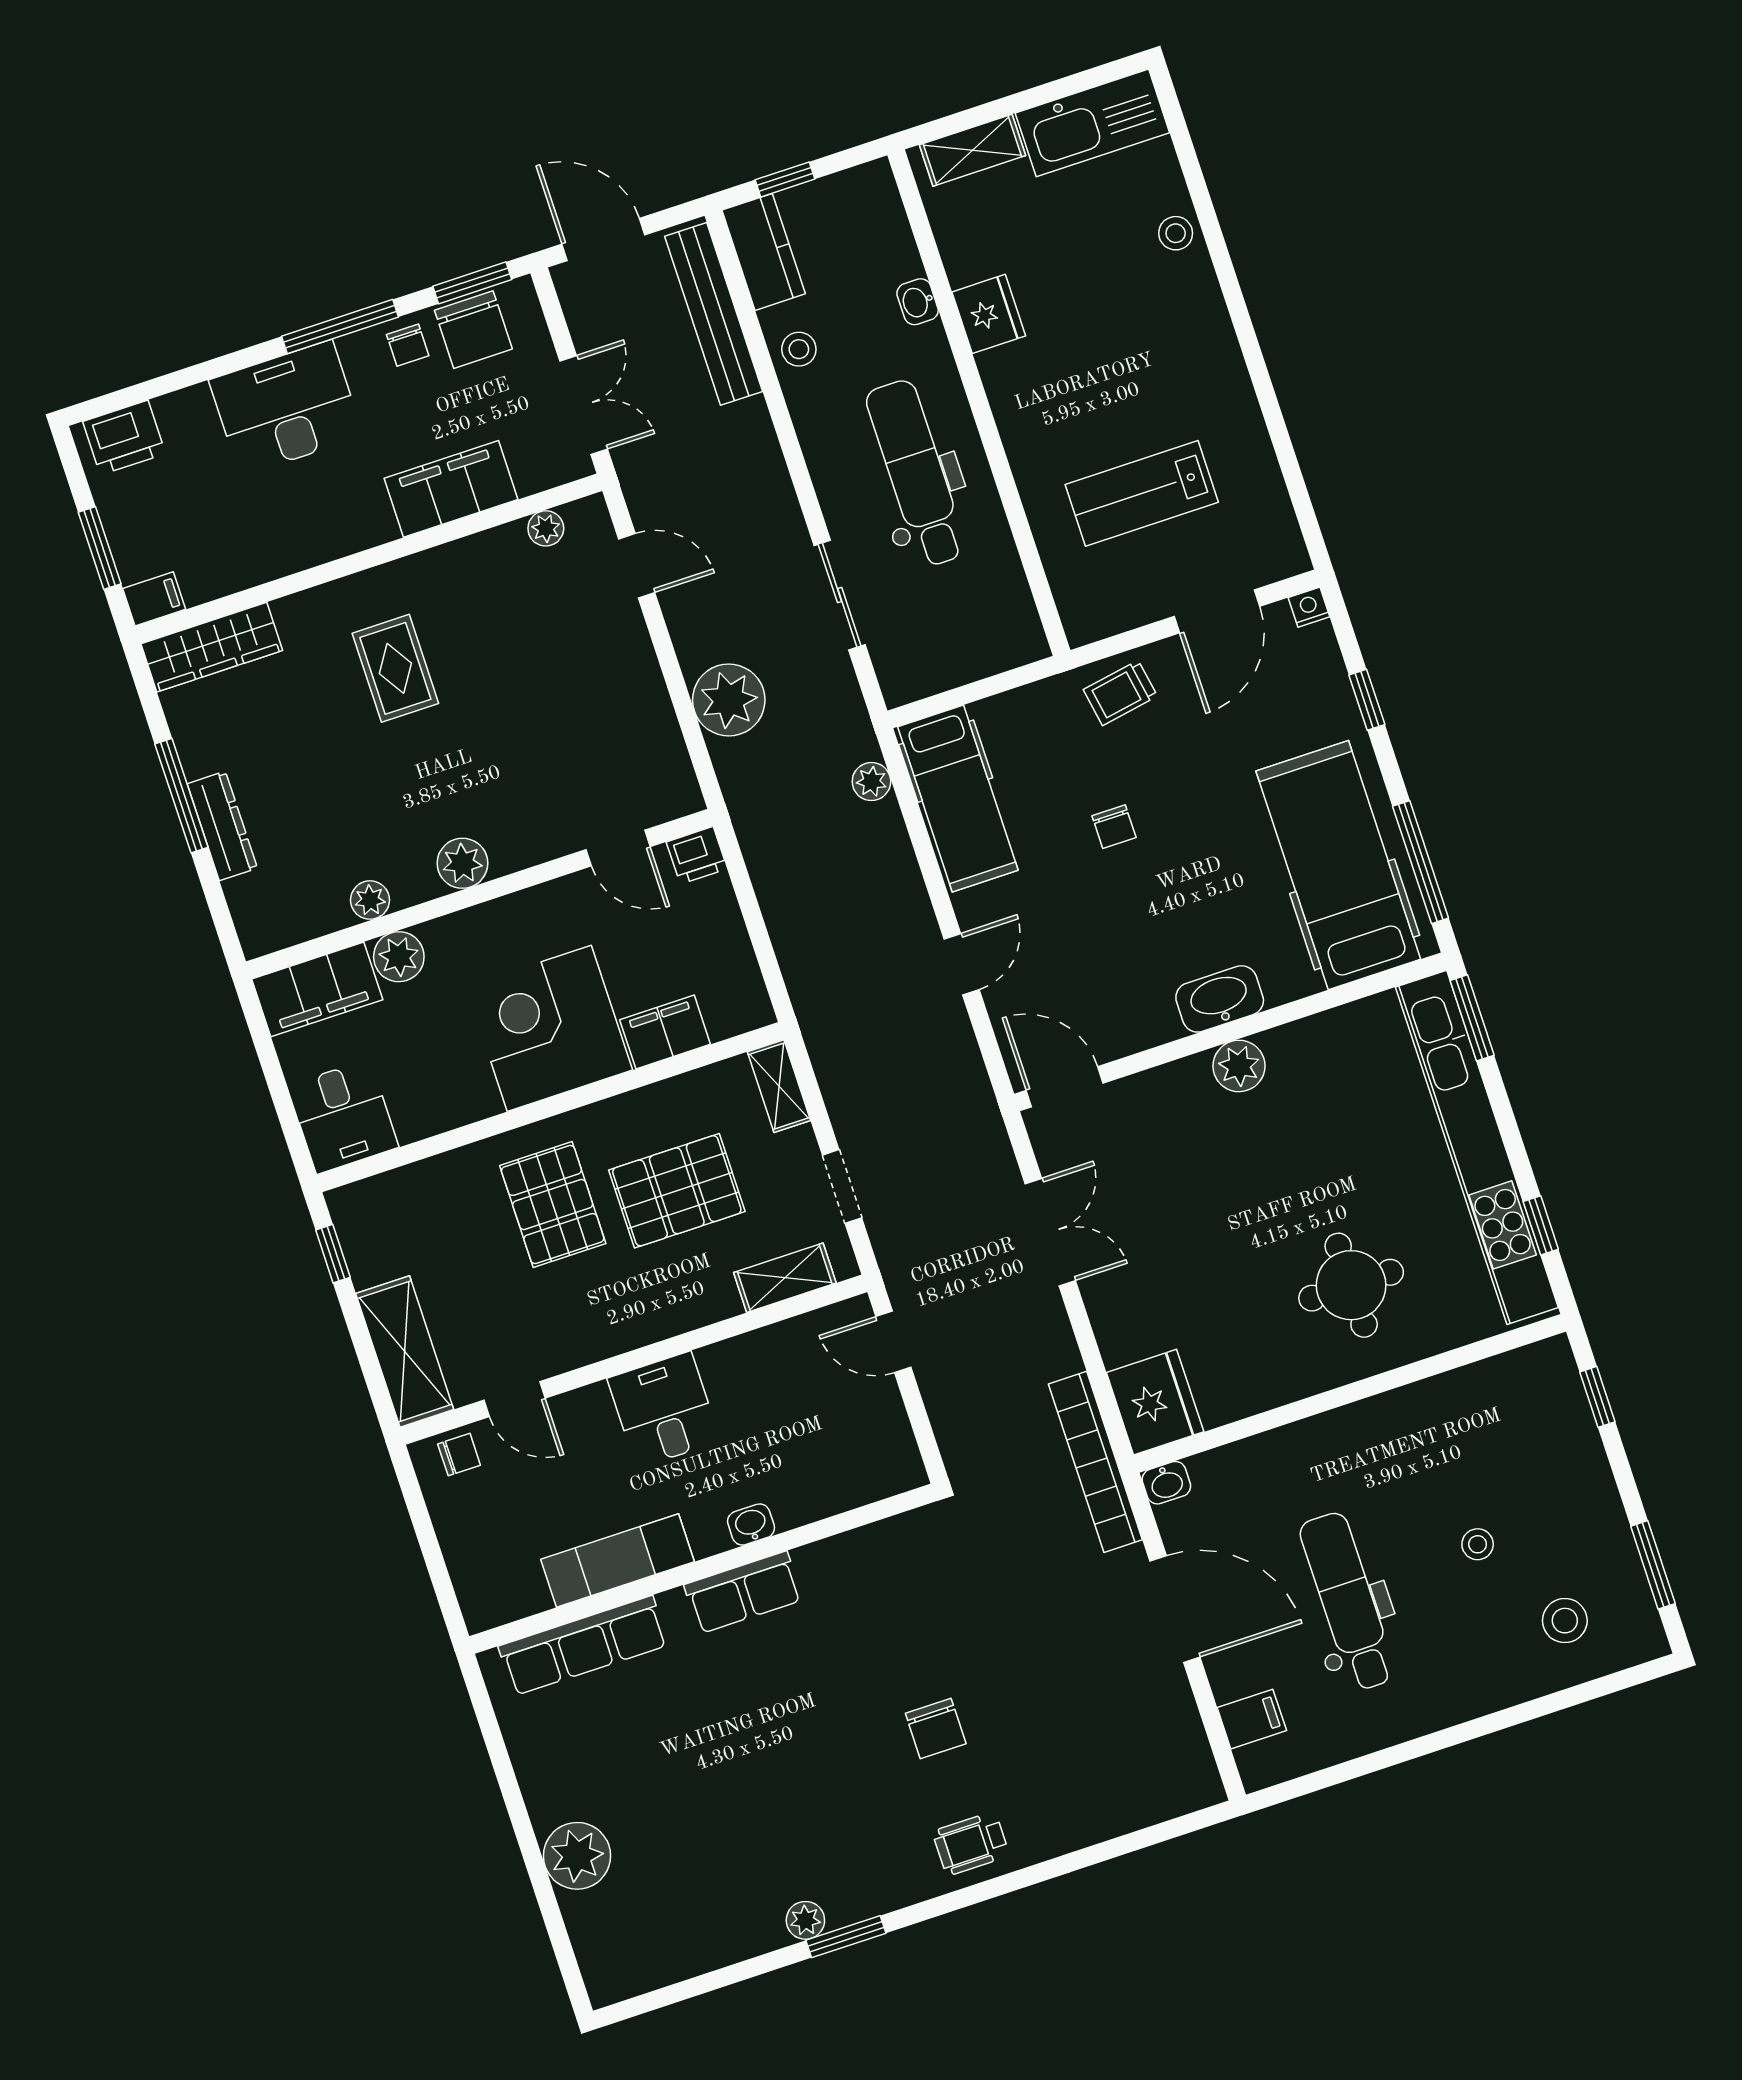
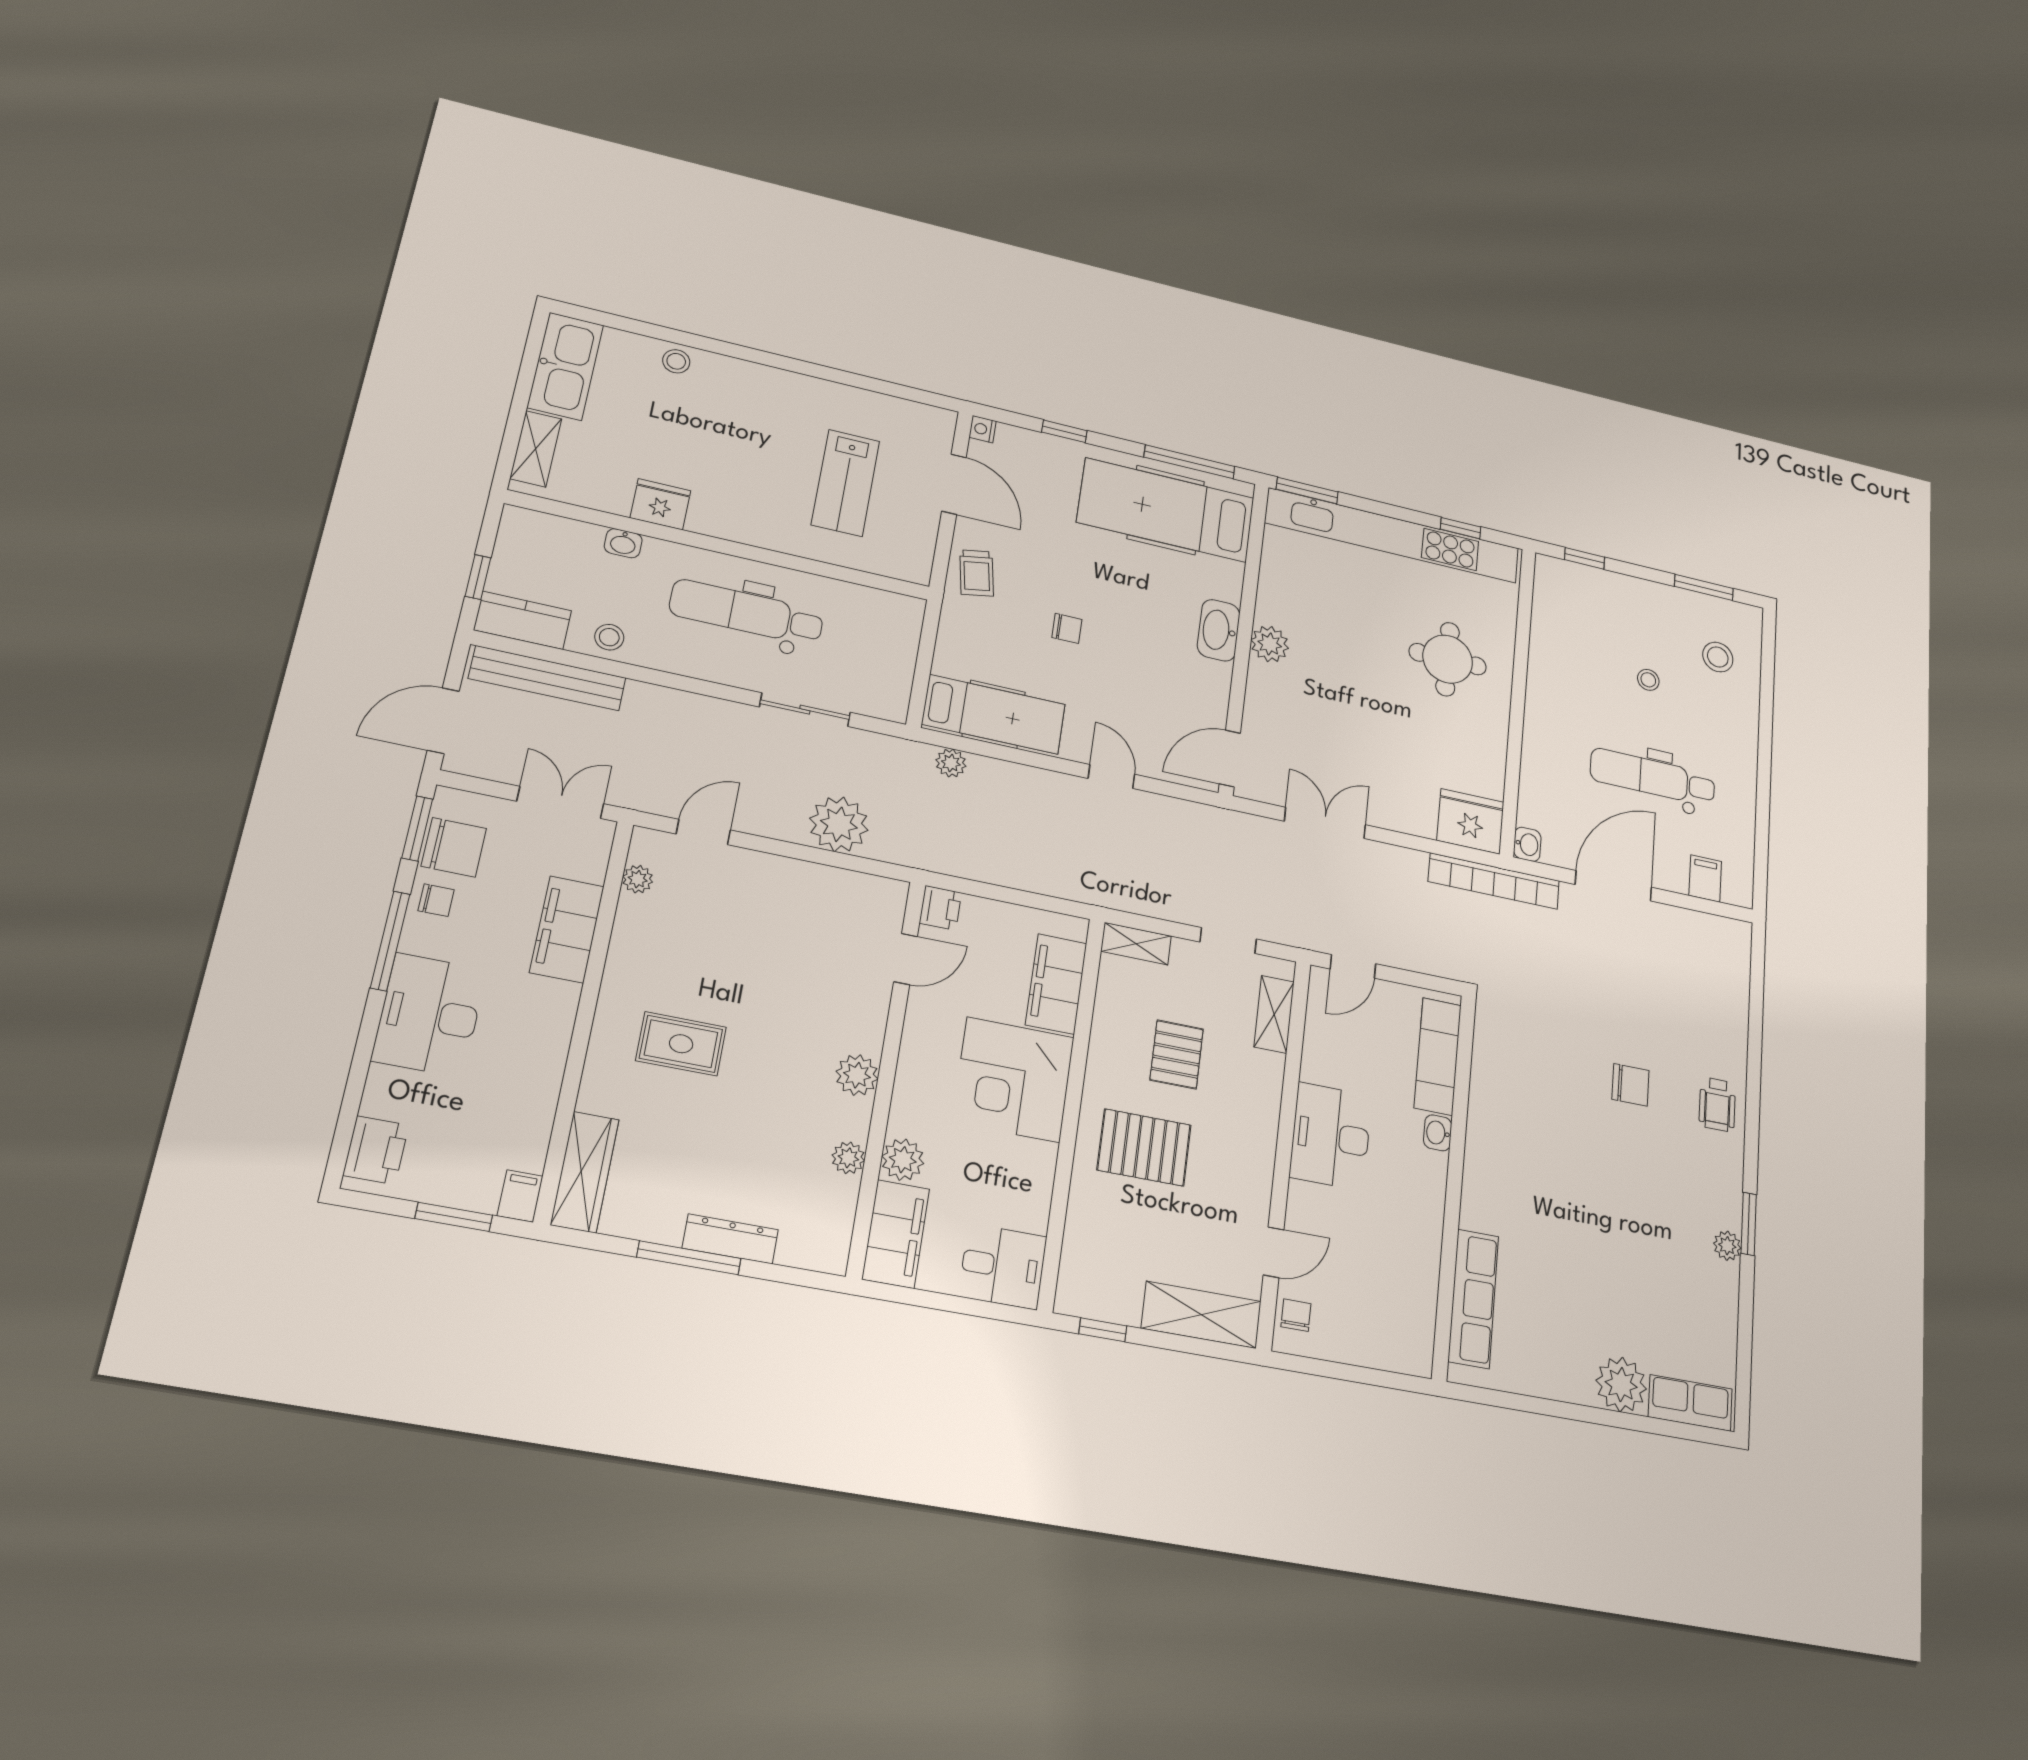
filing cabinet: (665, 1032) -> (1056, 984), width x1.50, depth x1.17
pallet: (677, 1191) -> (1177, 1054), width x0.67, depth x0.71
desk: (664, 1410) -> (1331, 1136), width x1.37
exam couch: (617, 1560) -> (1438, 1056), moved
row of seats: (743, 1592) -> (1690, 1403), moved, turned -90

